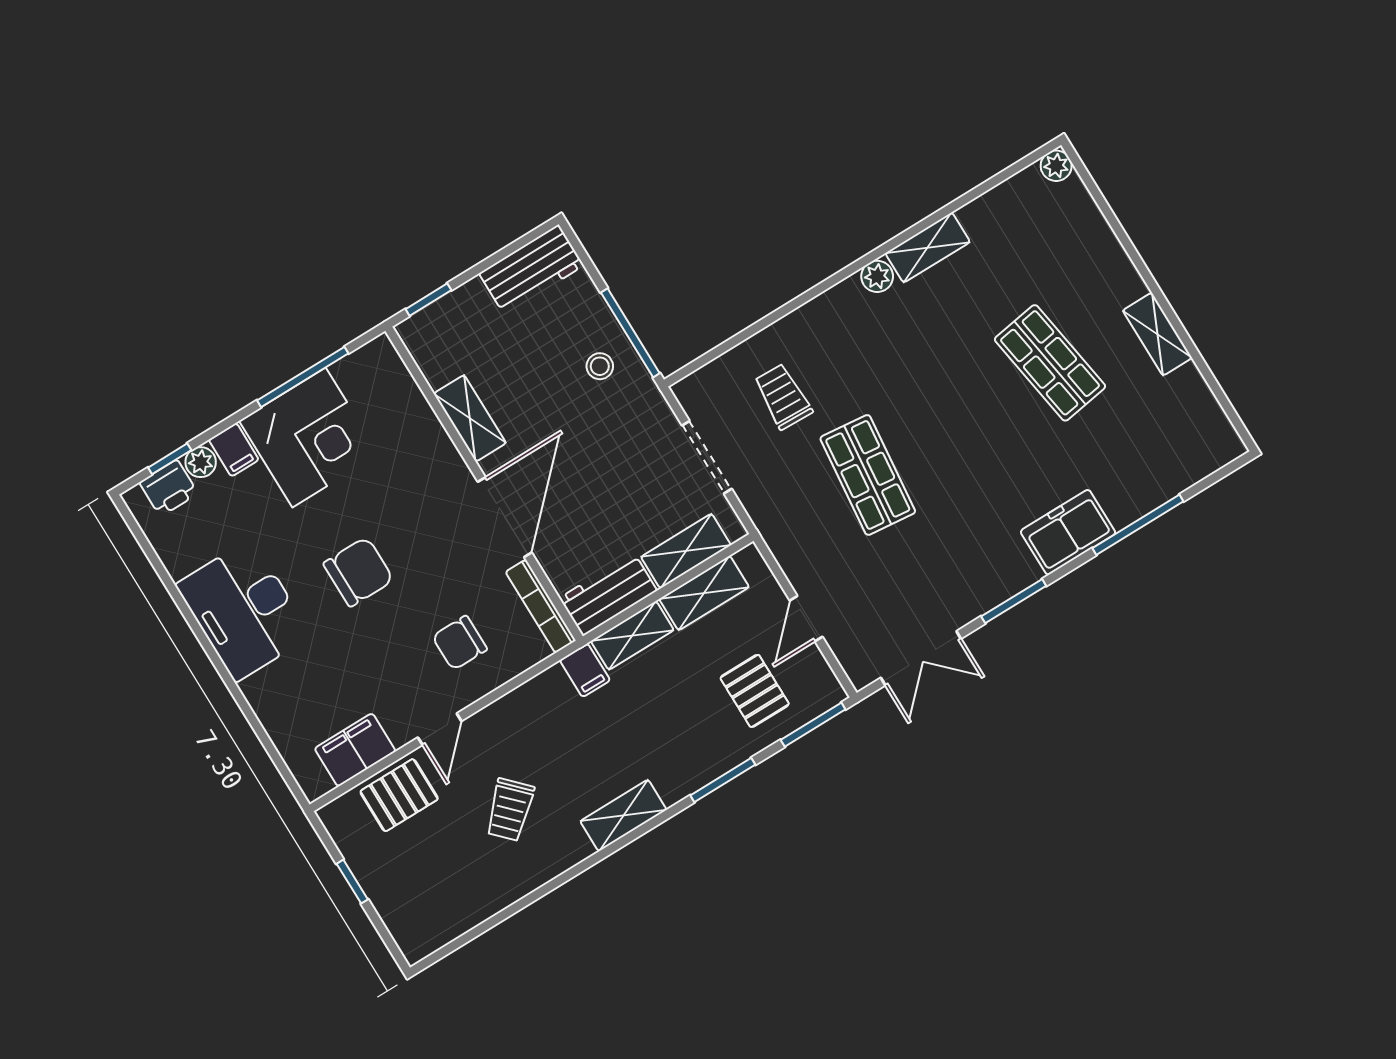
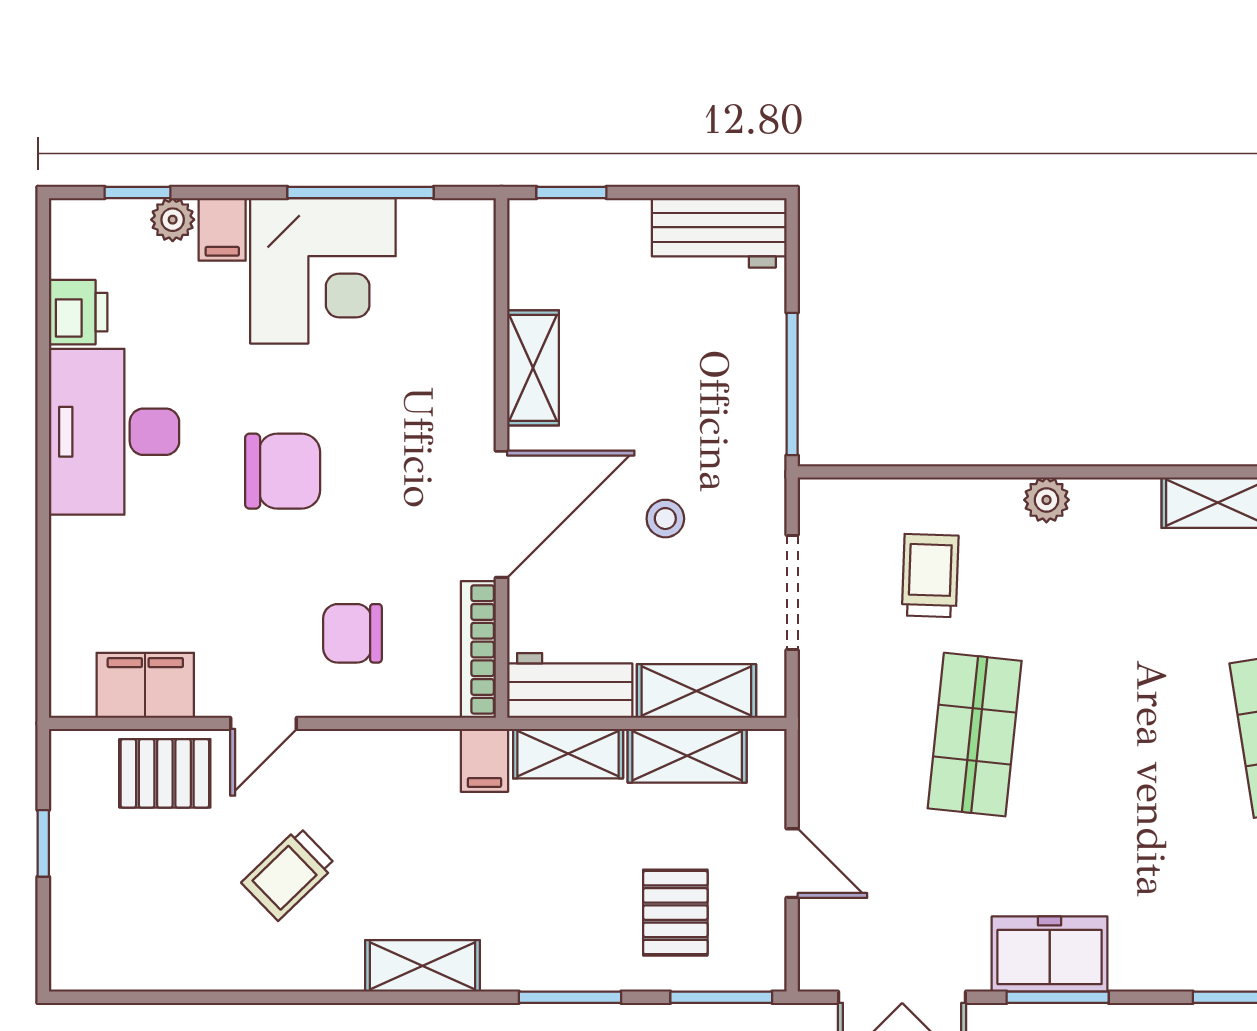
plant: (877, 276) -> (1046, 500), moved
stool: (600, 366) -> (665, 519), moved
printer: (169, 488) -> (78, 312), moved, turned -90
freezer: (1068, 532) -> (1050, 954), moved
door: (806, 619) -> (792, 863), swing flipped

